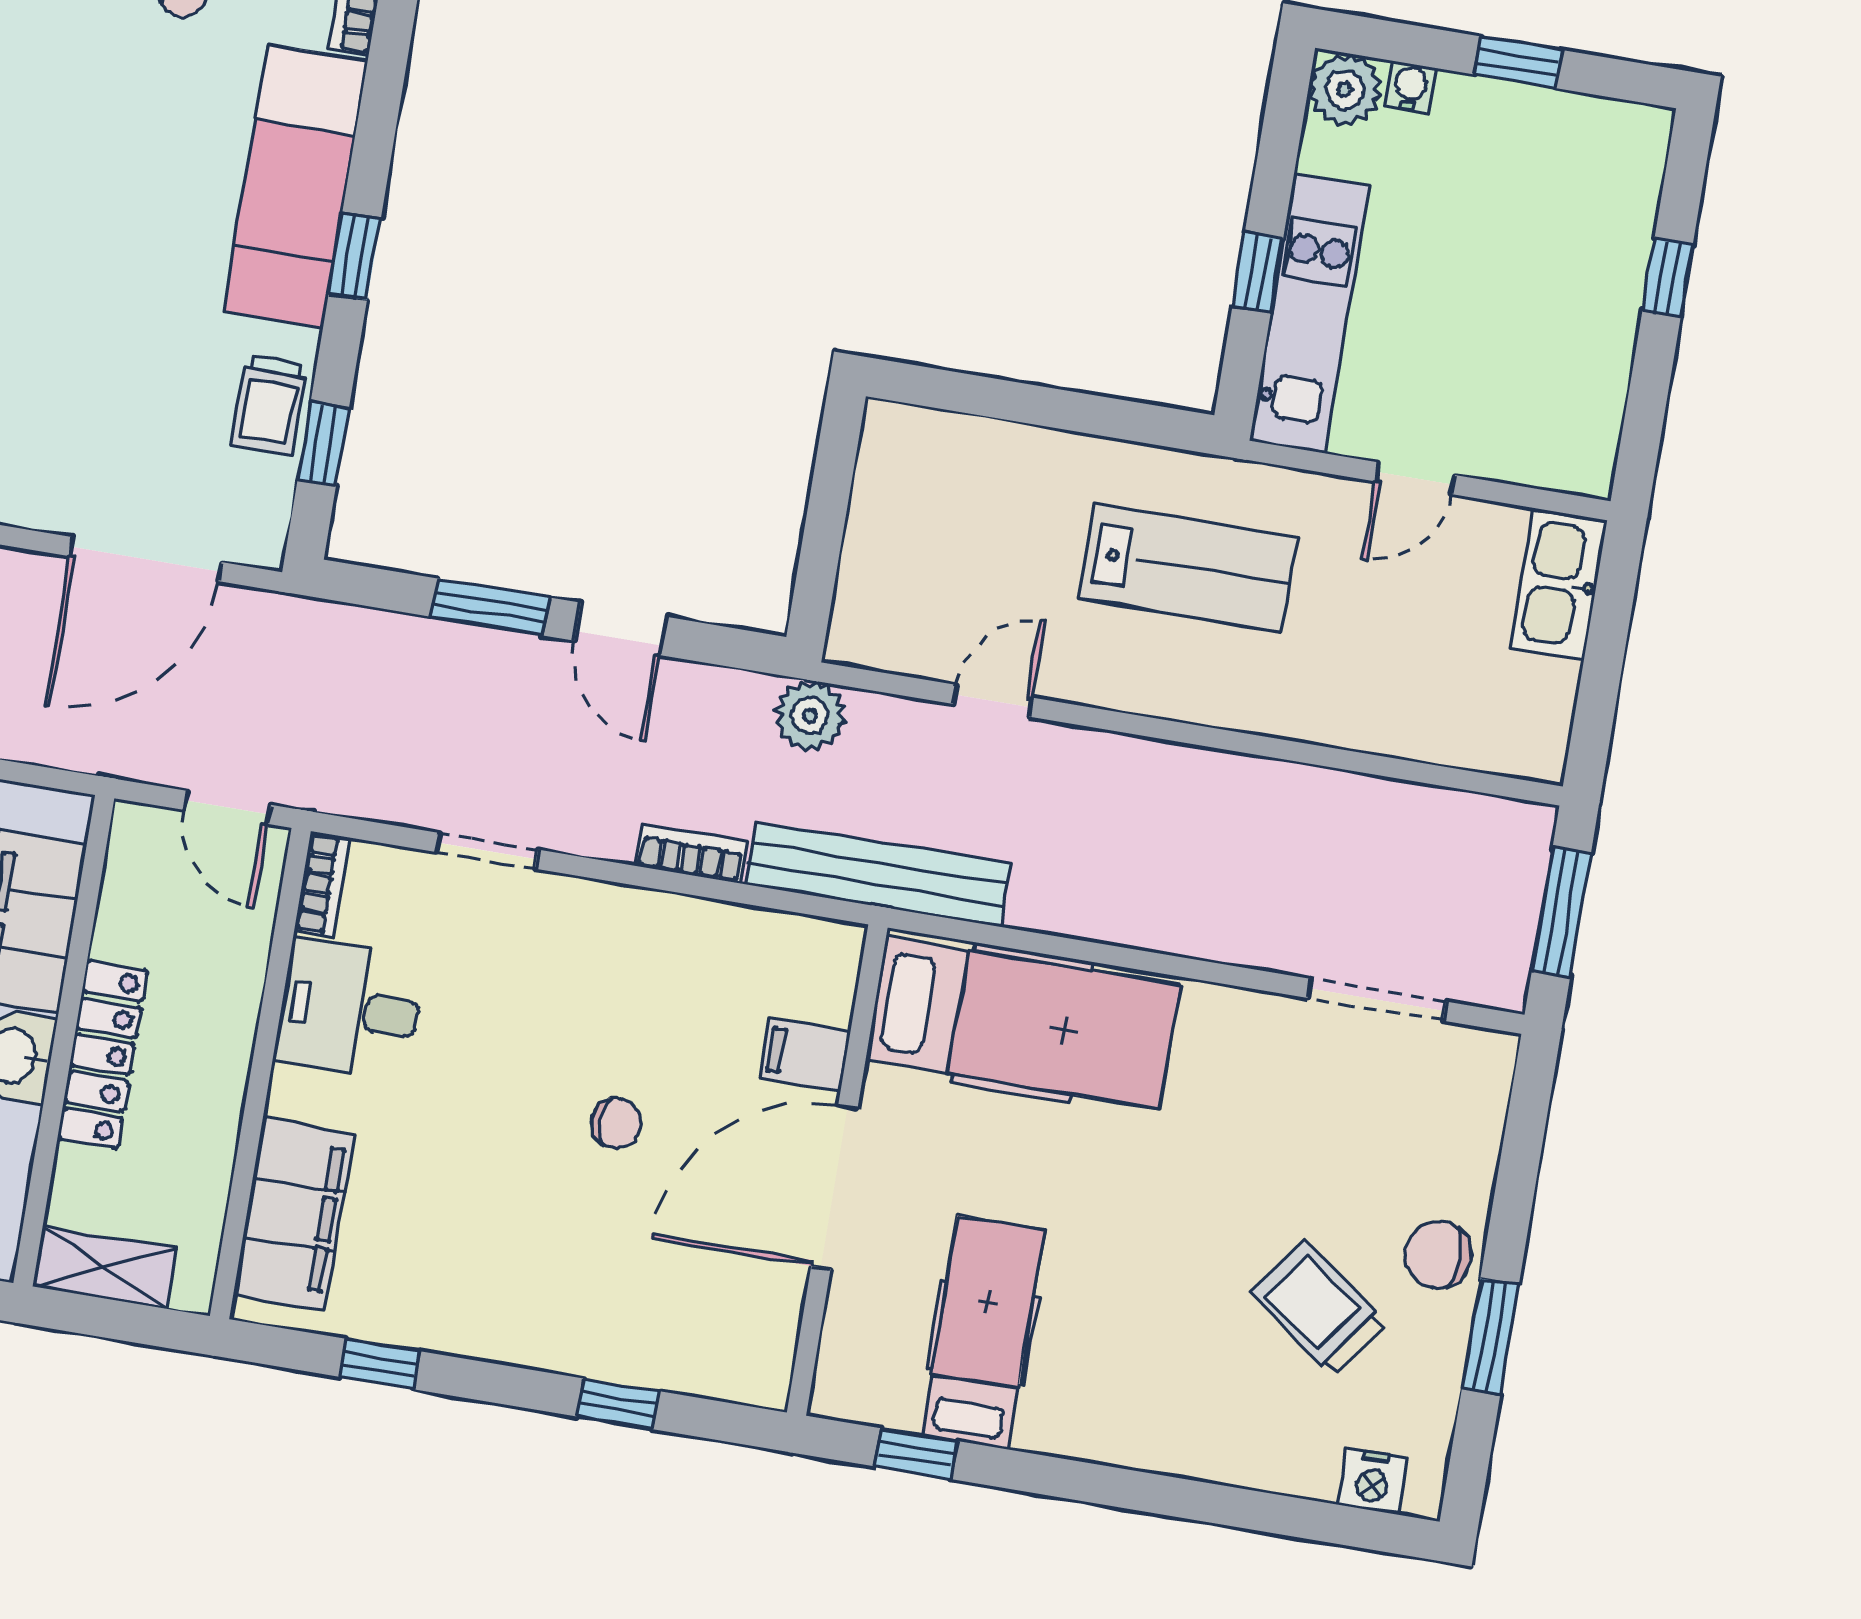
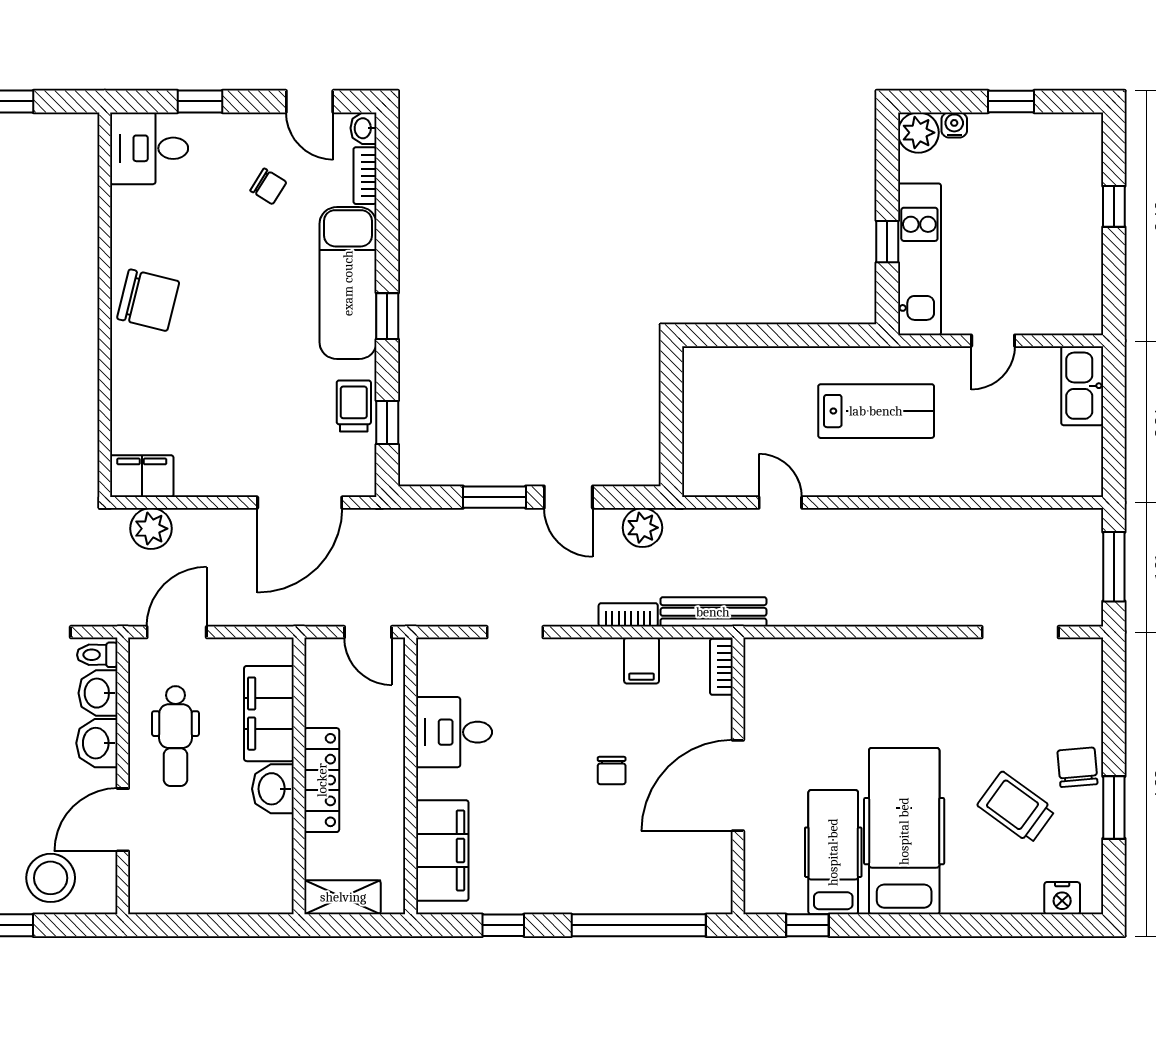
trolley: (269, 405) -> (354, 406), turned 180
door: (993, 701) -> (780, 503), hinge flipped
plant: (810, 716) -> (642, 528), moved
bench: (878, 874) -> (713, 612), width x0.73, depth x0.82
bookcase: (322, 885) -> (721, 667), moved, turned 180
hospital bed: (1023, 1023) -> (904, 831), moved, turned -90
filing cabinet: (805, 1054) -> (642, 660), moved, turned -90
chair: (616, 1123) -> (612, 771), turned 90
chair: (1438, 1255) -> (1077, 767), turned 85
window: (618, 1404) -> (639, 925), width x3.17

